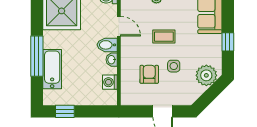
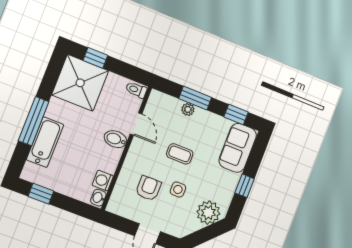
washbasin: (112, 60) -> (98, 198), moved

